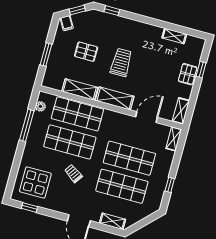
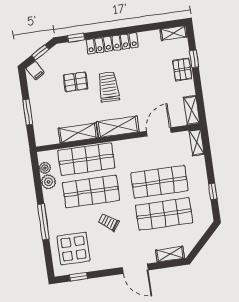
locker: (139, 28) -> (112, 43), added
shelving: (174, 36) -> (173, 33), moved
pallet: (86, 52) -> (76, 82), moved
plant: (38, 119) -> (48, 182), added
window: (27, 125) -> (43, 222), moved

